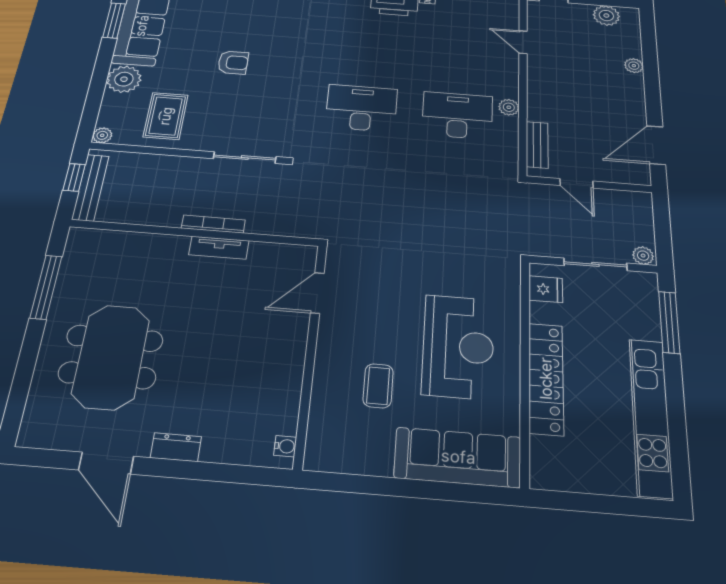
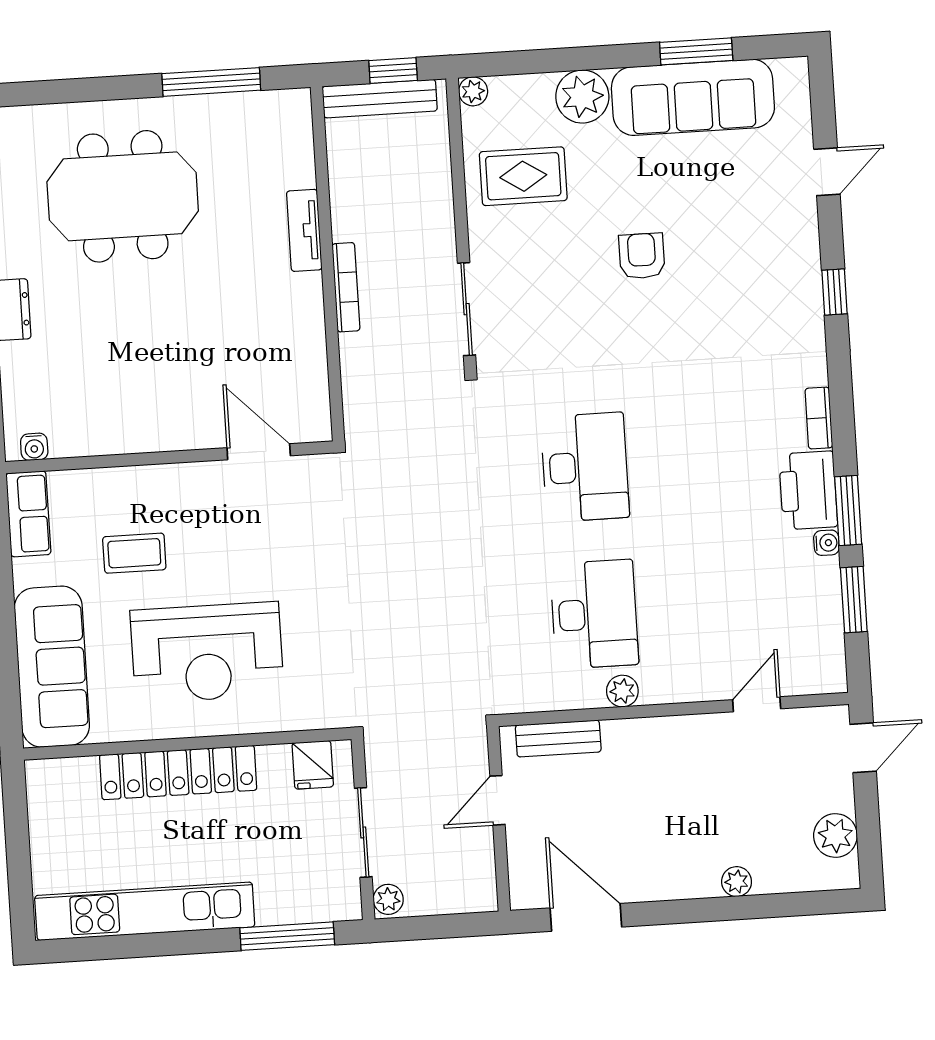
armchair: (233, 63) -> (642, 256), turned 180
tv unit: (219, 248) -> (304, 230), moved
row of seats: (336, 458) -> (28, 514), added

